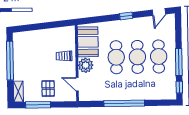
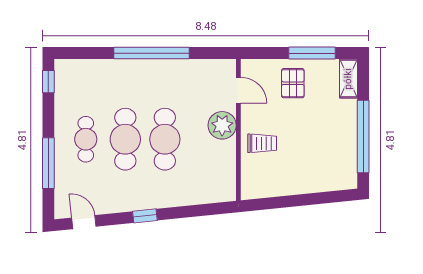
door: (159, 12) -> (84, 222), hinge flipped
booth: (88, 42) -> (217, 169), removed
cafe table: (159, 57) -> (86, 139), width x0.73, depth x0.74
window: (179, 62) -> (48, 163), moved

